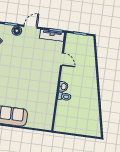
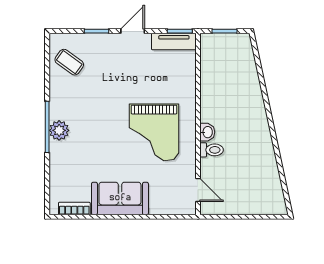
floor lamp: (17, 31) -> (109, 42), removed
door: (62, 59) -> (198, 190), moved
grand piano: (35, 83) -> (154, 132), added

